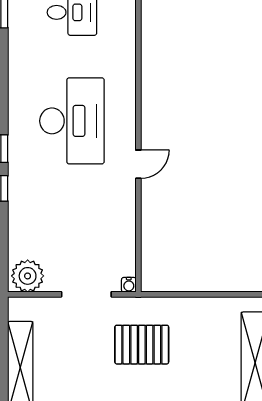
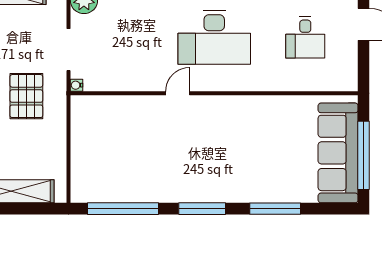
door: (138, 164) -> (178, 93), swing flipped

